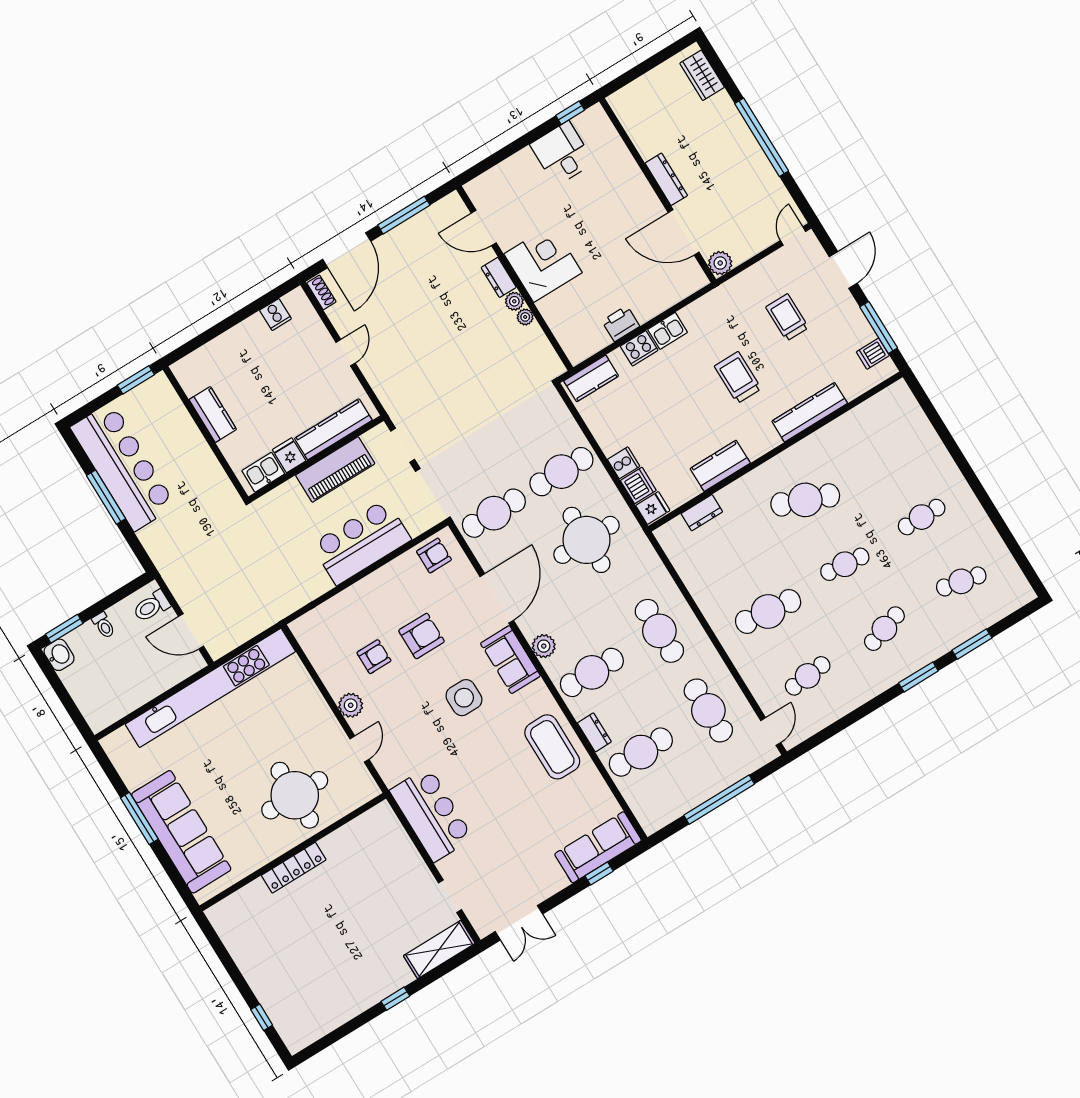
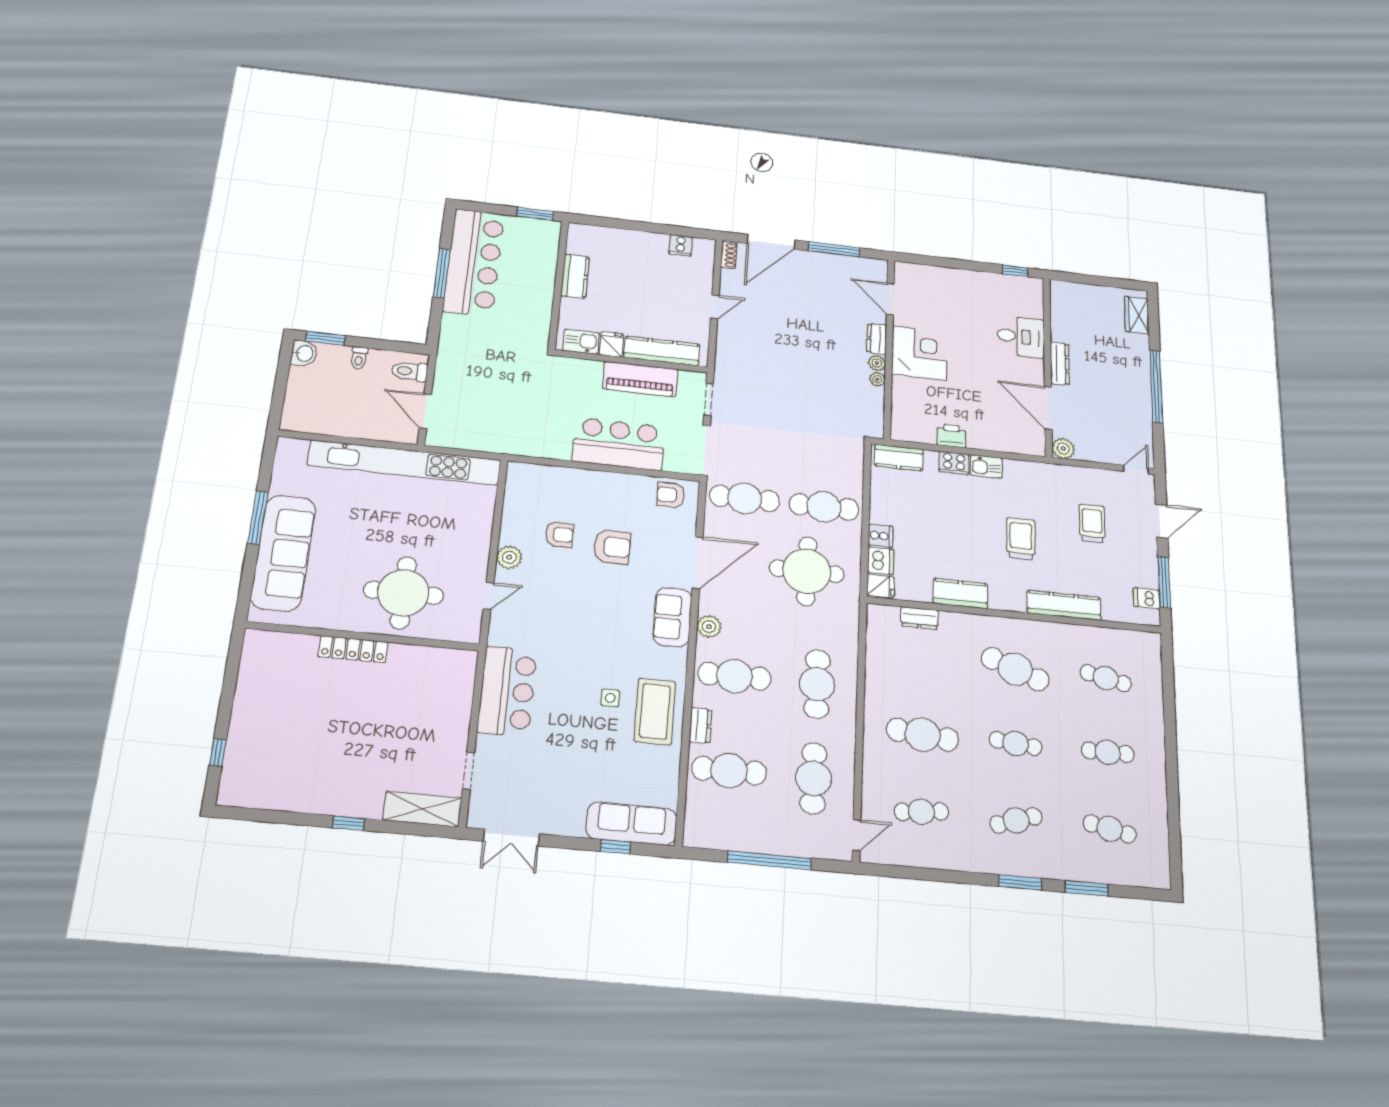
desk: (562, 154) -> (1021, 337), moved, turned 90
cafe table: (882, 453) -> (1106, 678), added
armchair: (434, 556) -> (670, 495), turned 180
side table: (464, 698) -> (610, 698), moved, width x0.54, depth x0.54

